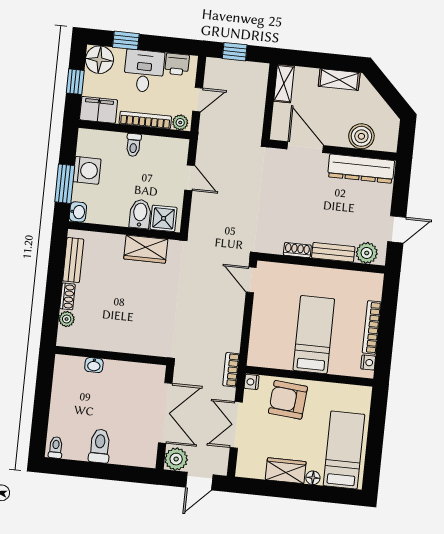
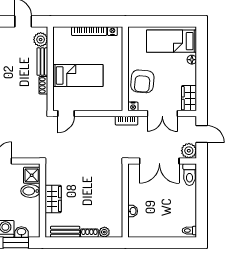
washbasin: (78, 212) -> (21, 232), moved
wardrobe: (146, 249) -> (53, 199), moved
bed: (314, 335) -> (78, 75), moved, turned 180
double door: (165, 413) -> (159, 161), swing flipped
toilet: (100, 446) -> (189, 175), moved, turned -90
wardrobe: (286, 471) -> (189, 98), moved

